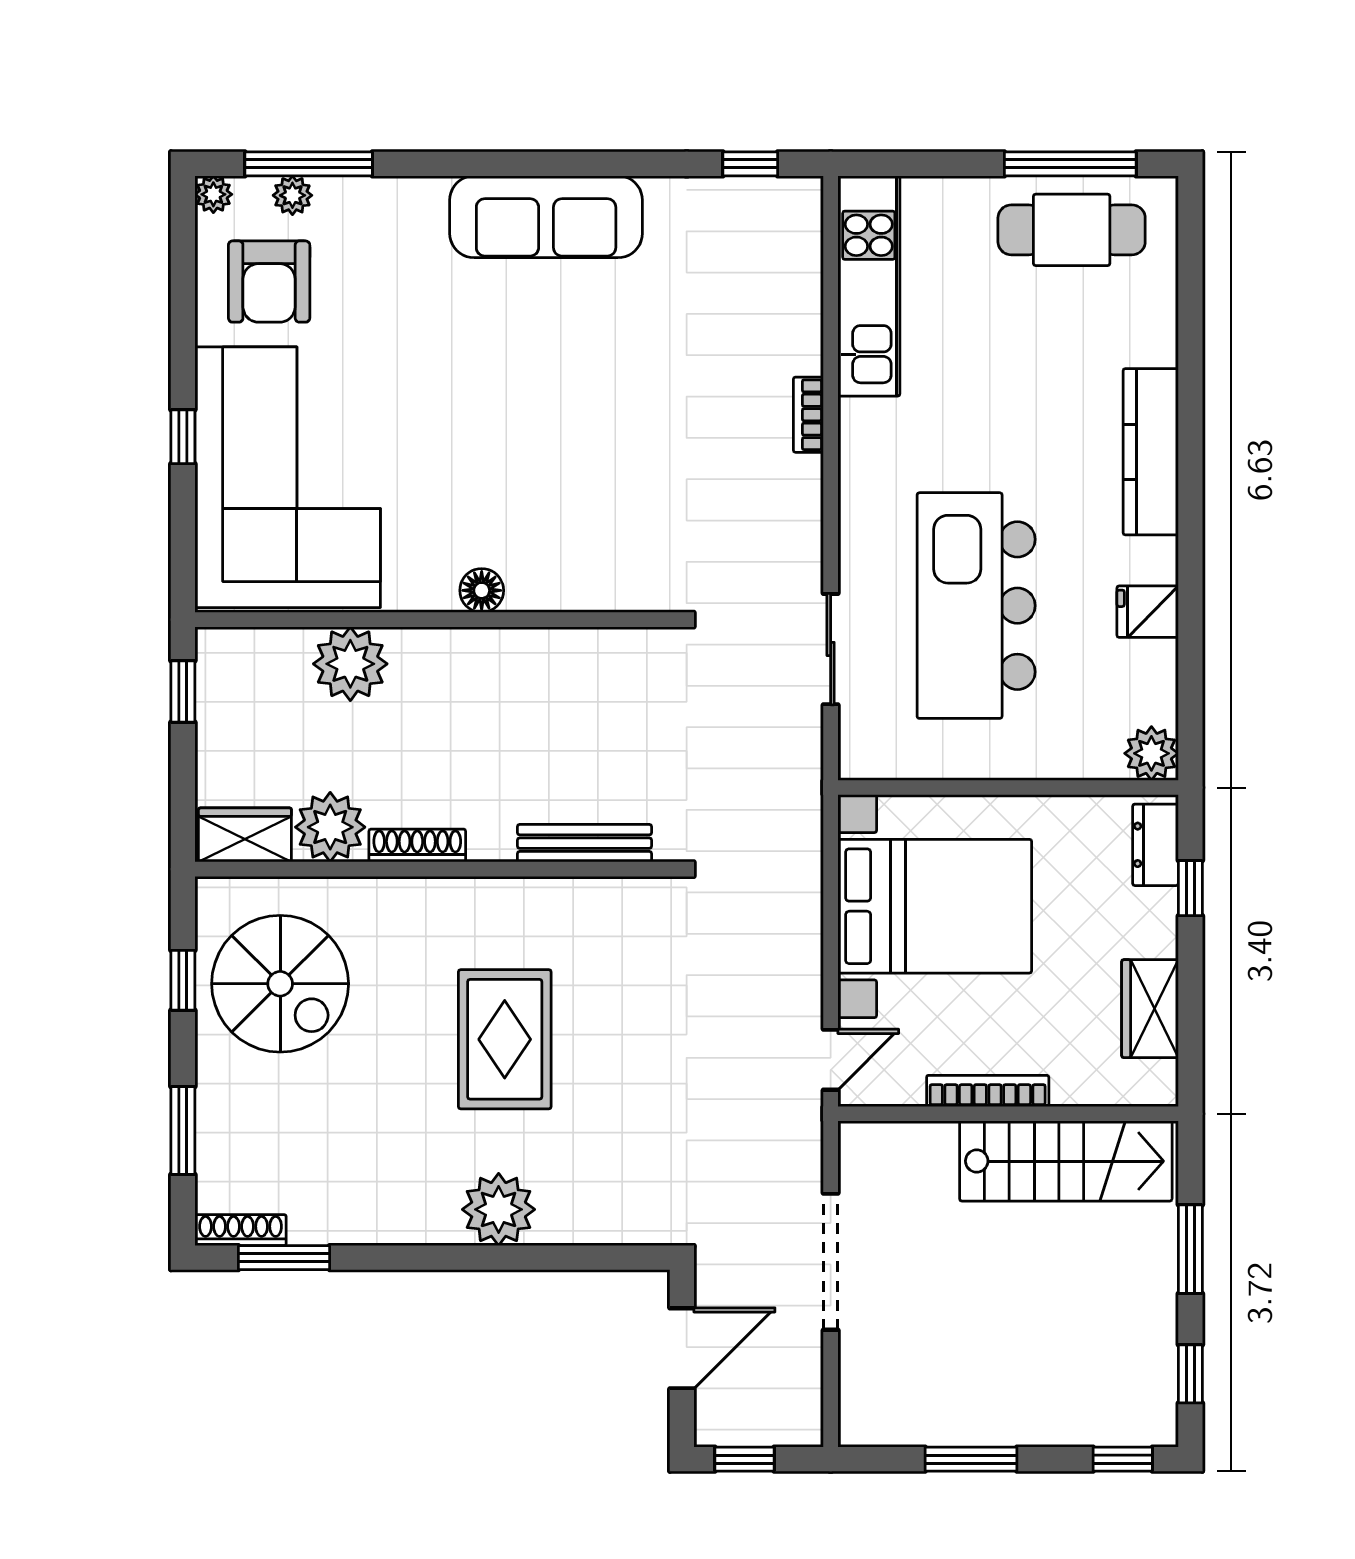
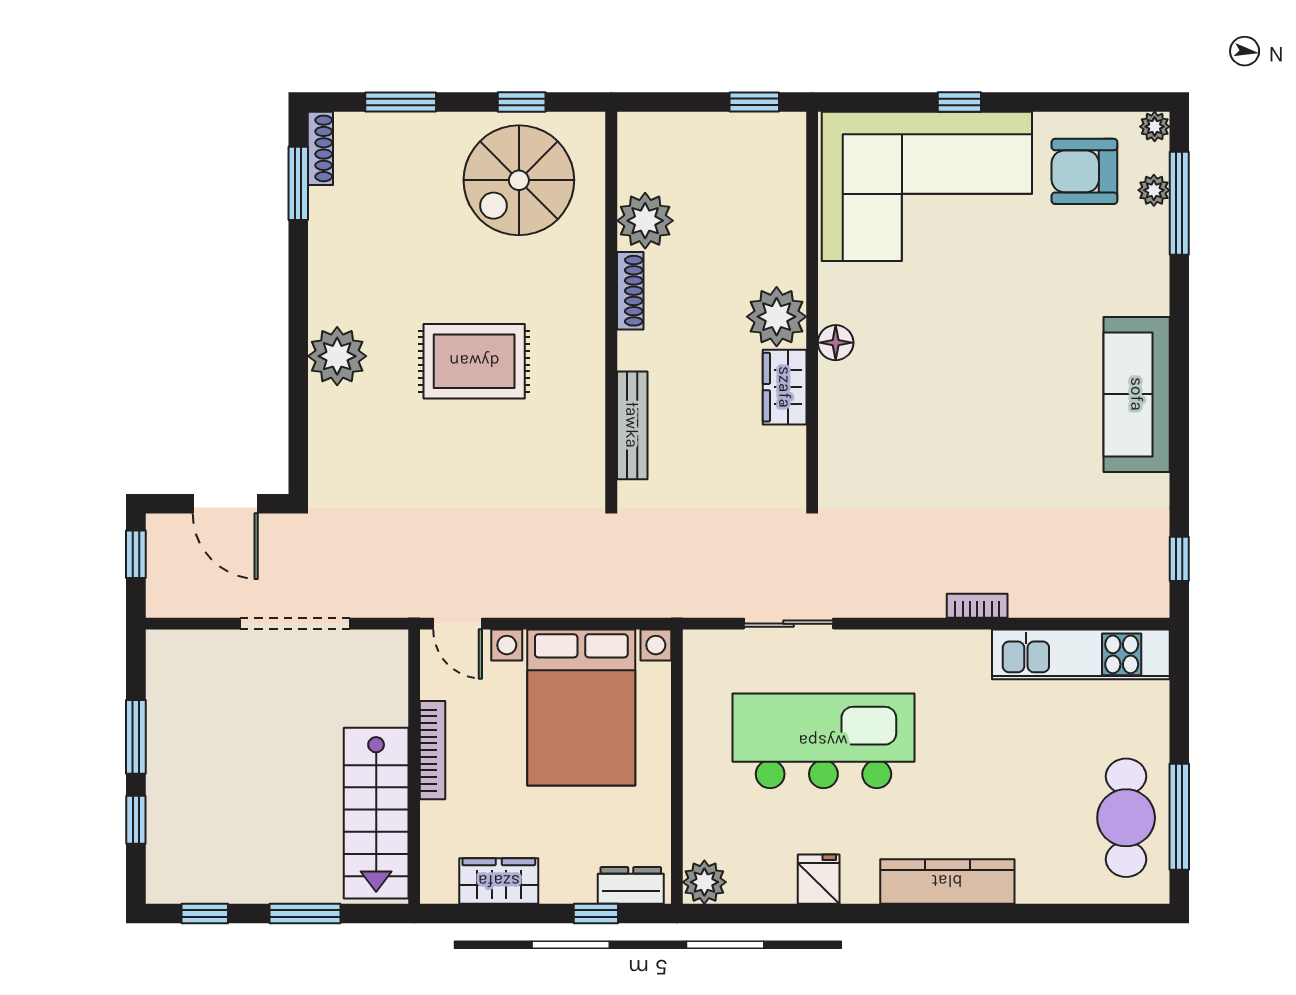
plant: (350, 664) -> (777, 317), moved
wardrobe: (245, 835) -> (785, 387), moved, turned 180
window: (1123, 1459) -> (136, 820), moved

